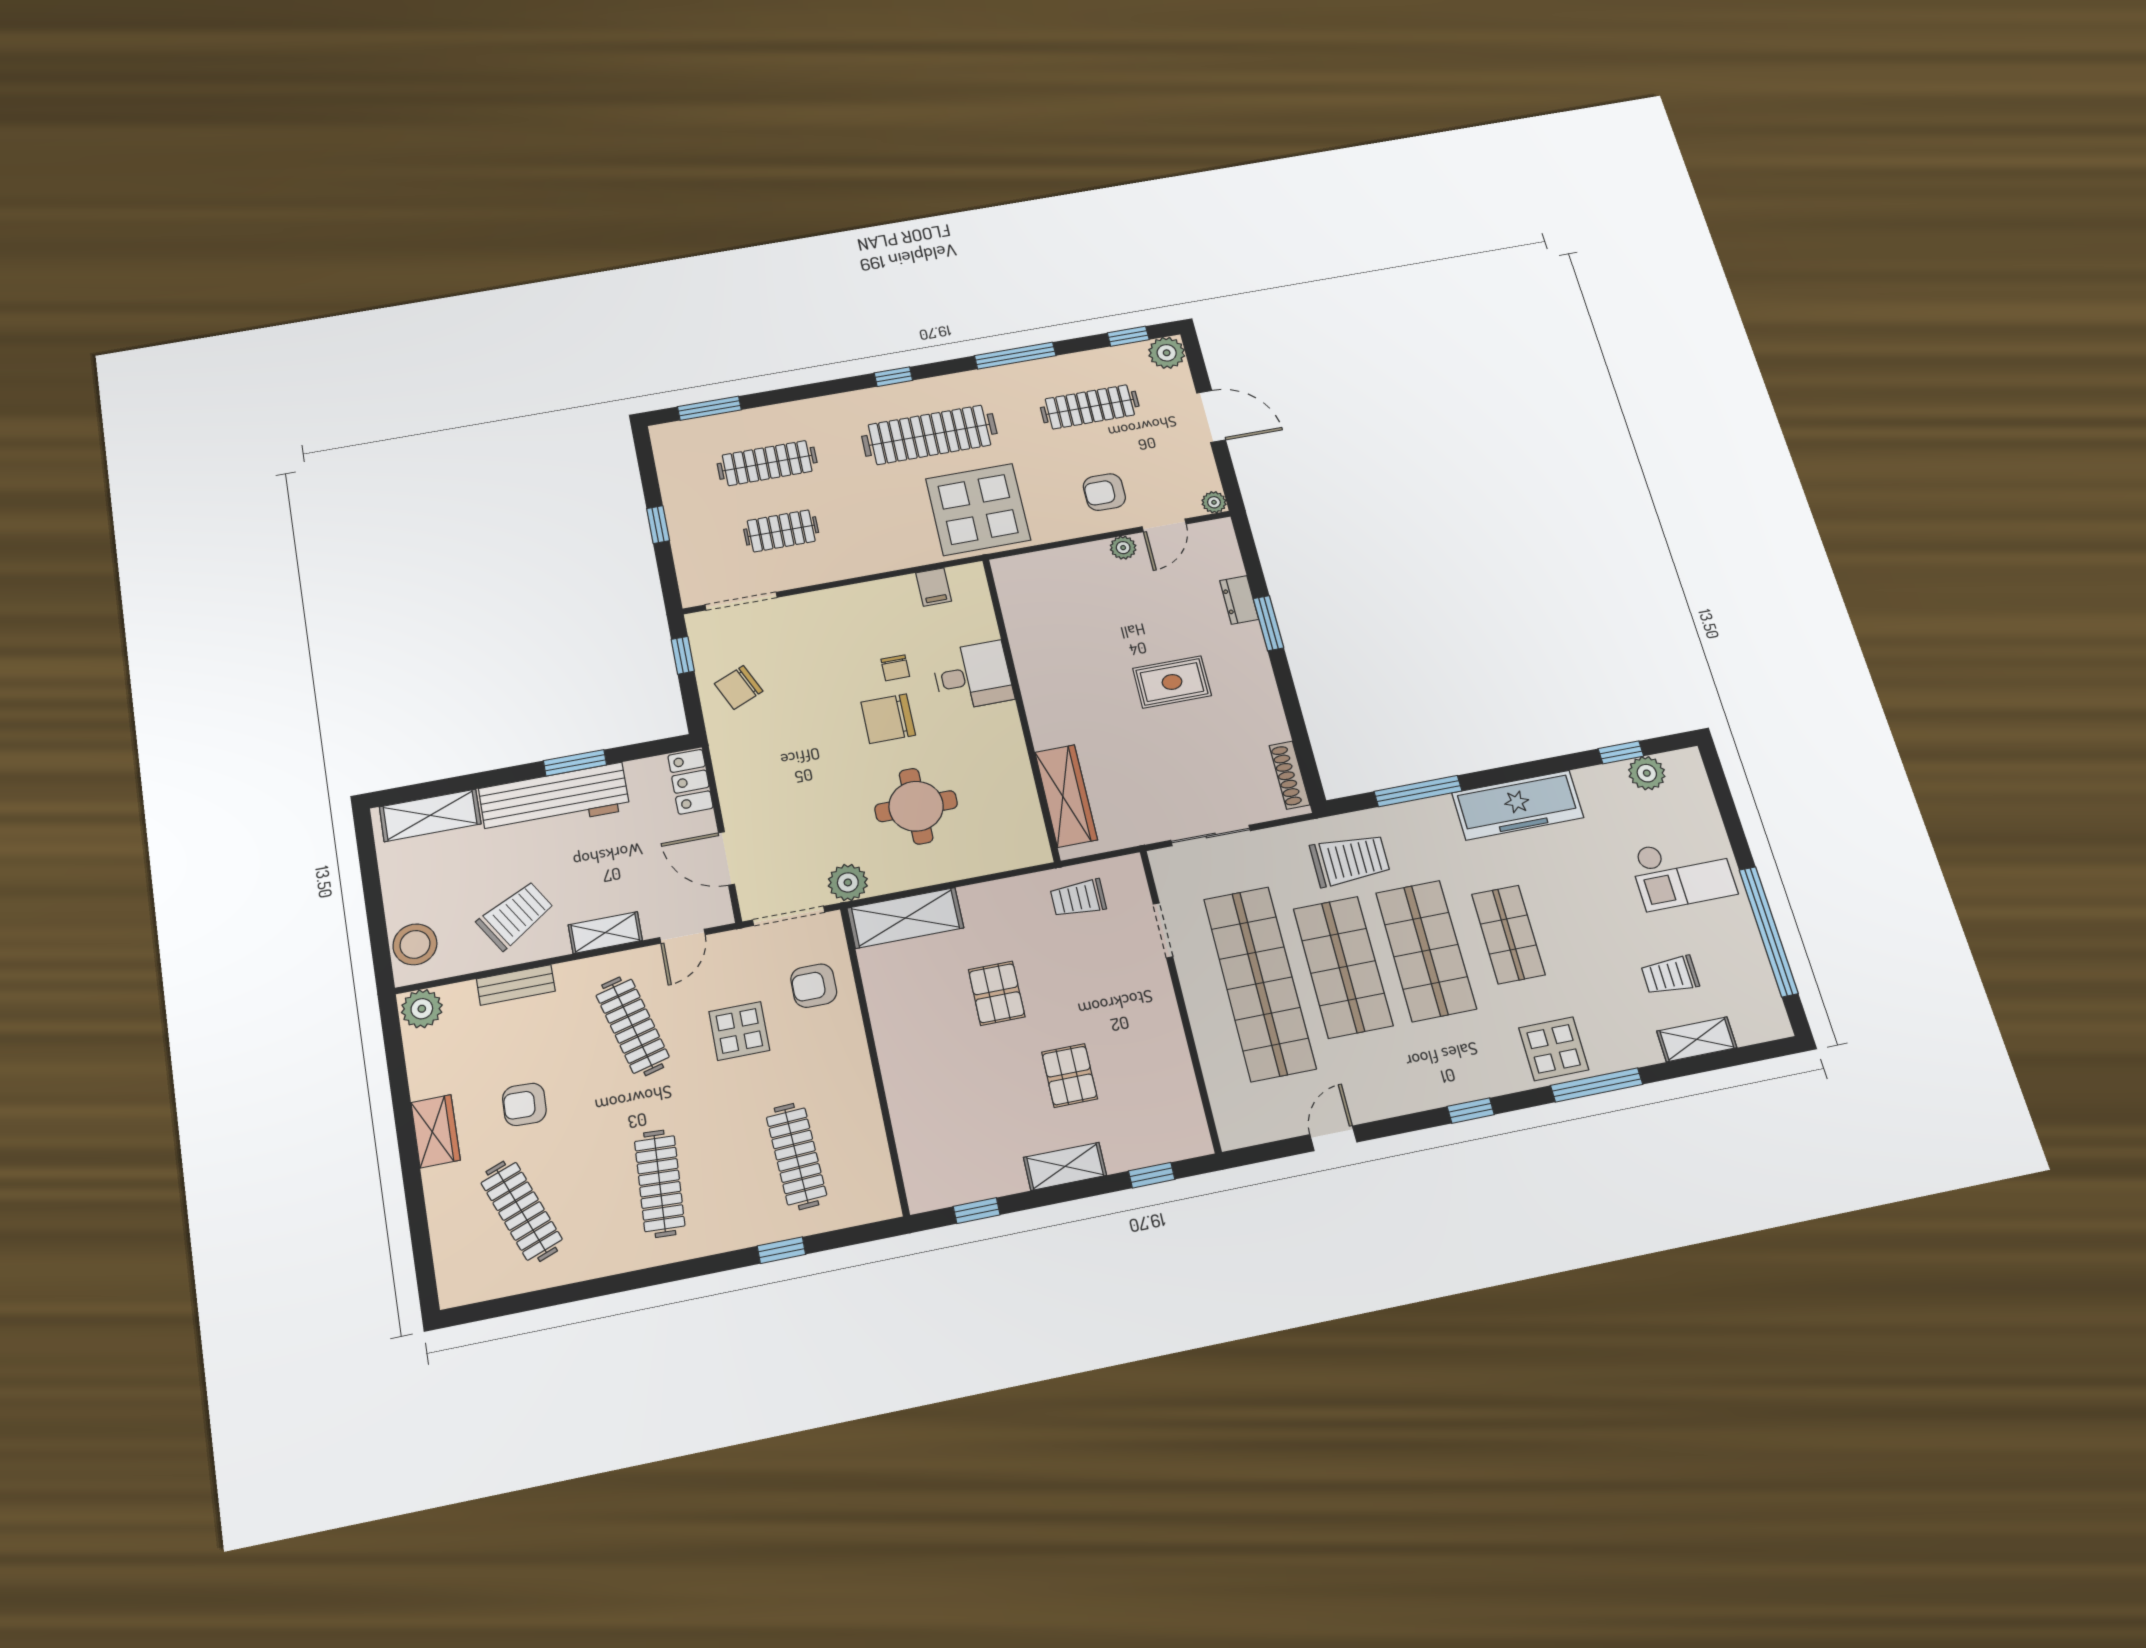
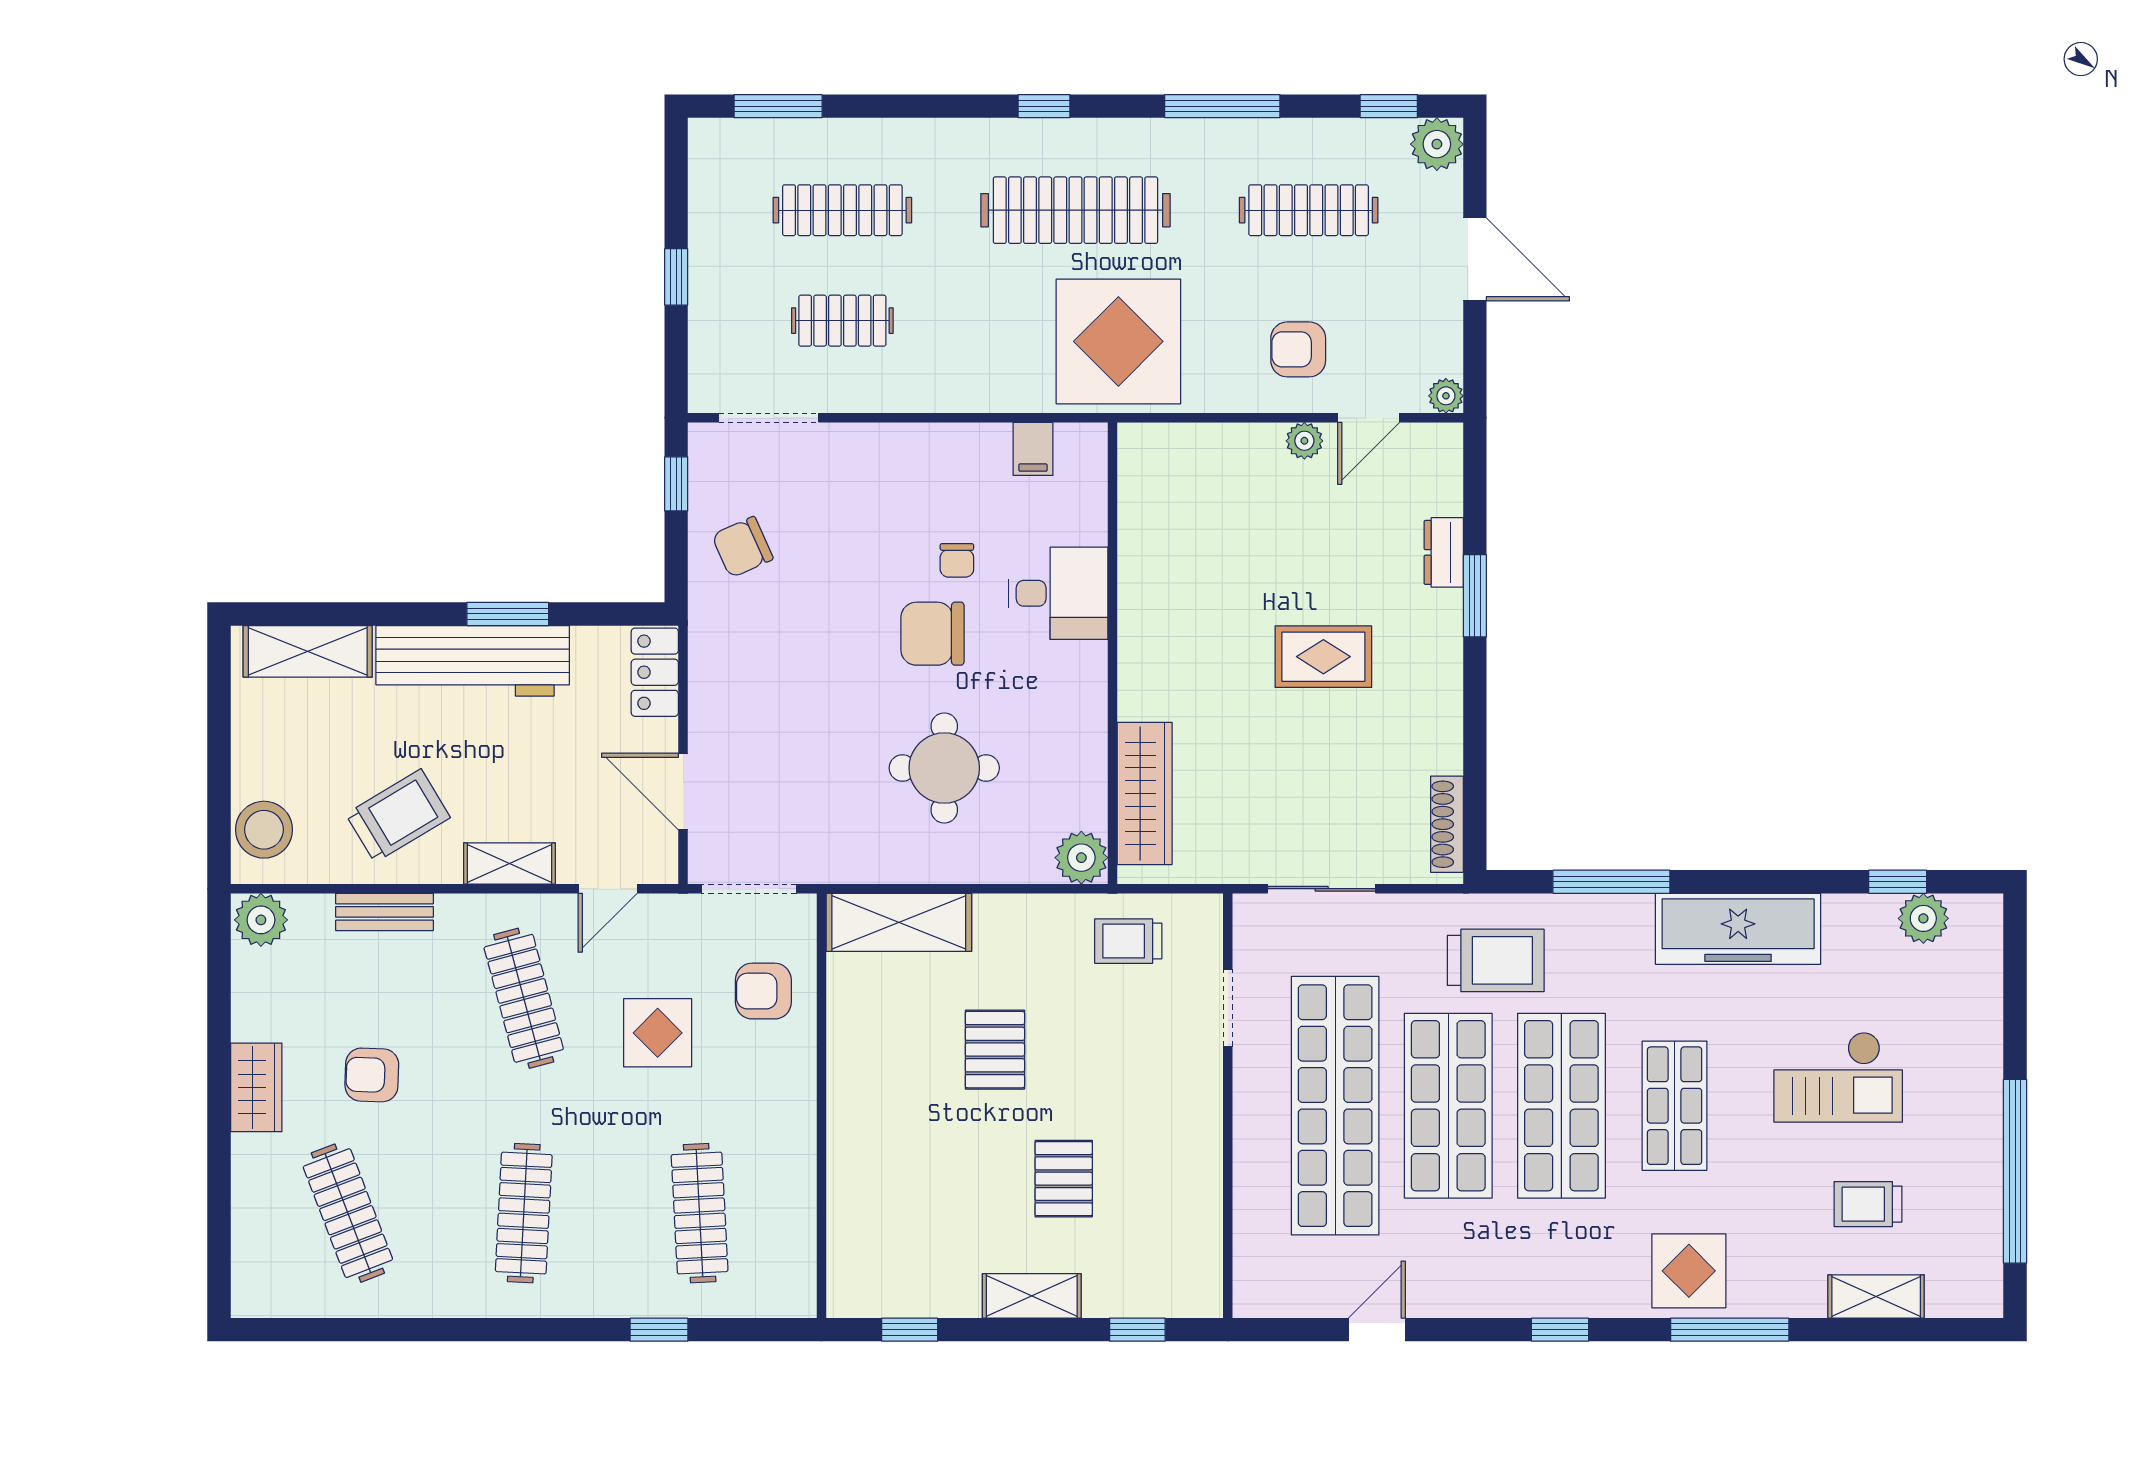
checkout: (1683, 872) -> (1838, 1077), moved
plant: (848, 882) -> (1081, 858), moved

